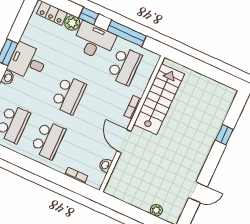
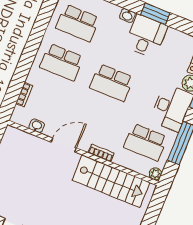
plant: (154, 58) -> (155, 174), added

